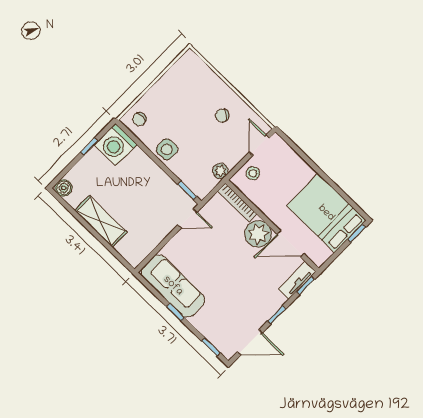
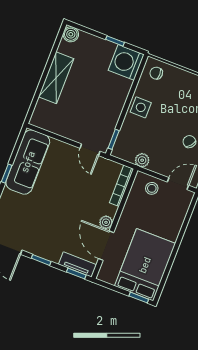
plant: (258, 234) -> (106, 222), width x0.53, depth x0.53

